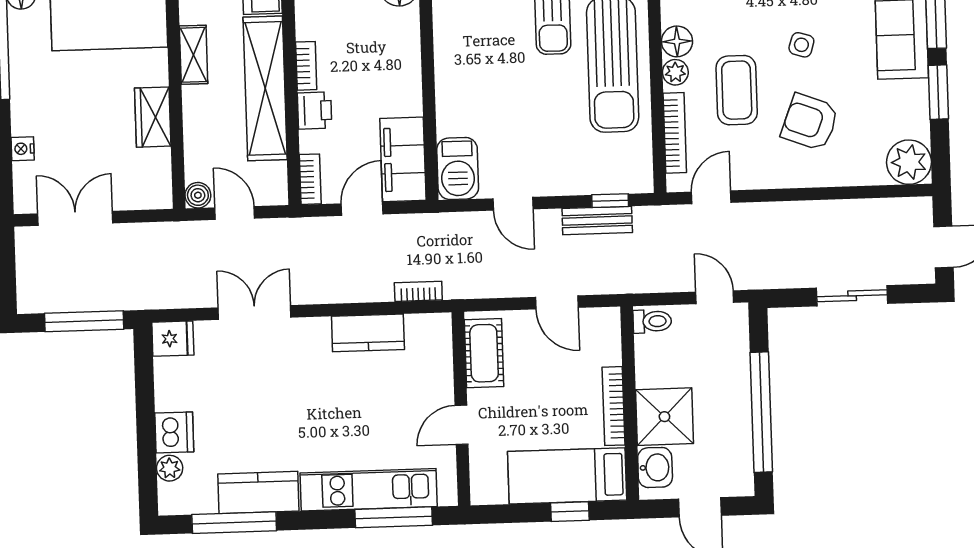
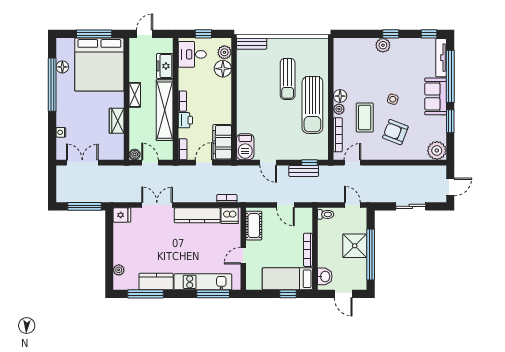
kitchen counter: (368, 333) -> (197, 215), width x1.50
shower: (664, 417) -> (355, 246), moved
dishwasher: (174, 432) -> (230, 216), moved, turned 90

